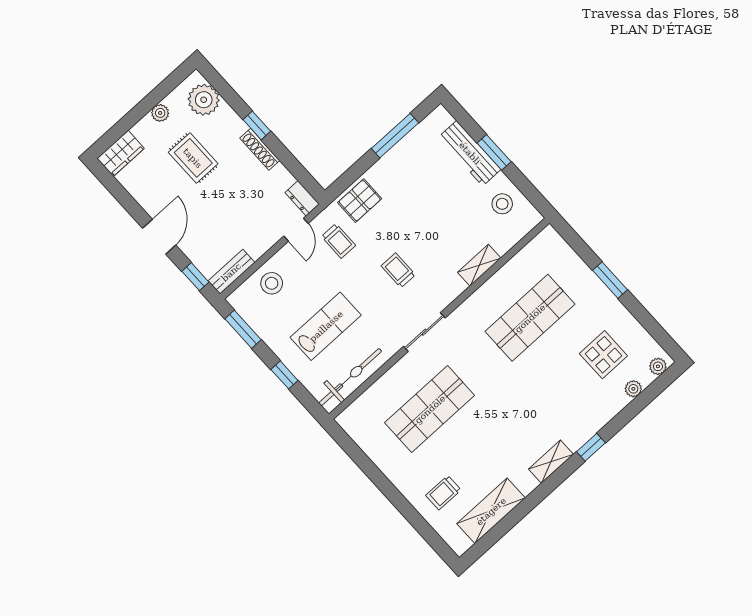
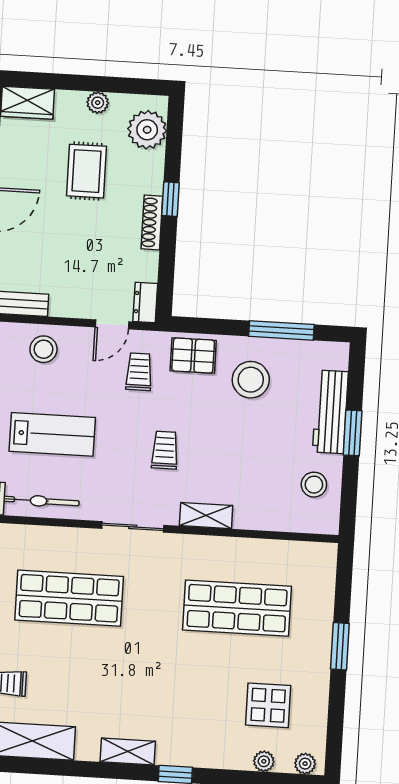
stool: (406, 181) -> (251, 380), added
trolley: (339, 241) -> (139, 372), turned 180
shelving: (479, 265) -> (206, 516), moved

